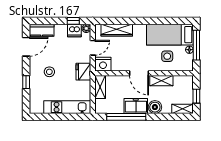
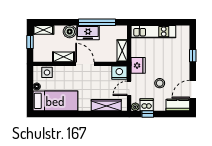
window: (196, 45) -> (30, 91), removed
side table: (167, 56) -> (47, 72), moved
stool: (49, 72) -> (160, 83), moved

